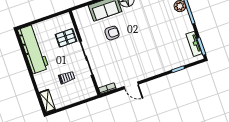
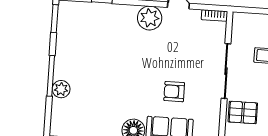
tv unit: (194, 44) -> (64, 27), removed
plant: (145, 71) -> (150, 18), added

